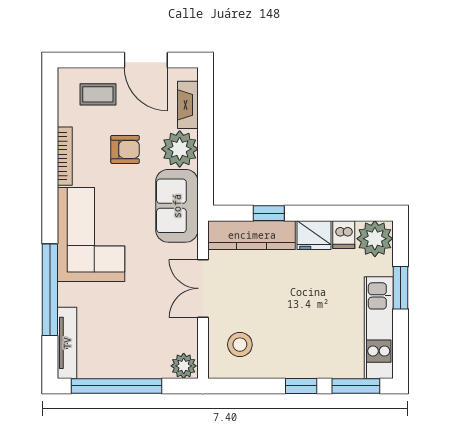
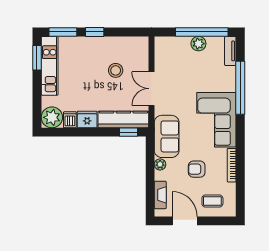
plant: (180, 149) -> (160, 164), width x0.53, depth x0.53
window: (269, 213) -> (128, 132), moved
double door: (203, 288) -> (152, 89), swing flipped
window: (401, 288) -> (37, 58), moved
tv unit: (67, 343) -> (230, 51), width x0.71
stool: (240, 345) -> (116, 70), moved
plant: (184, 366) -> (198, 44), moved

